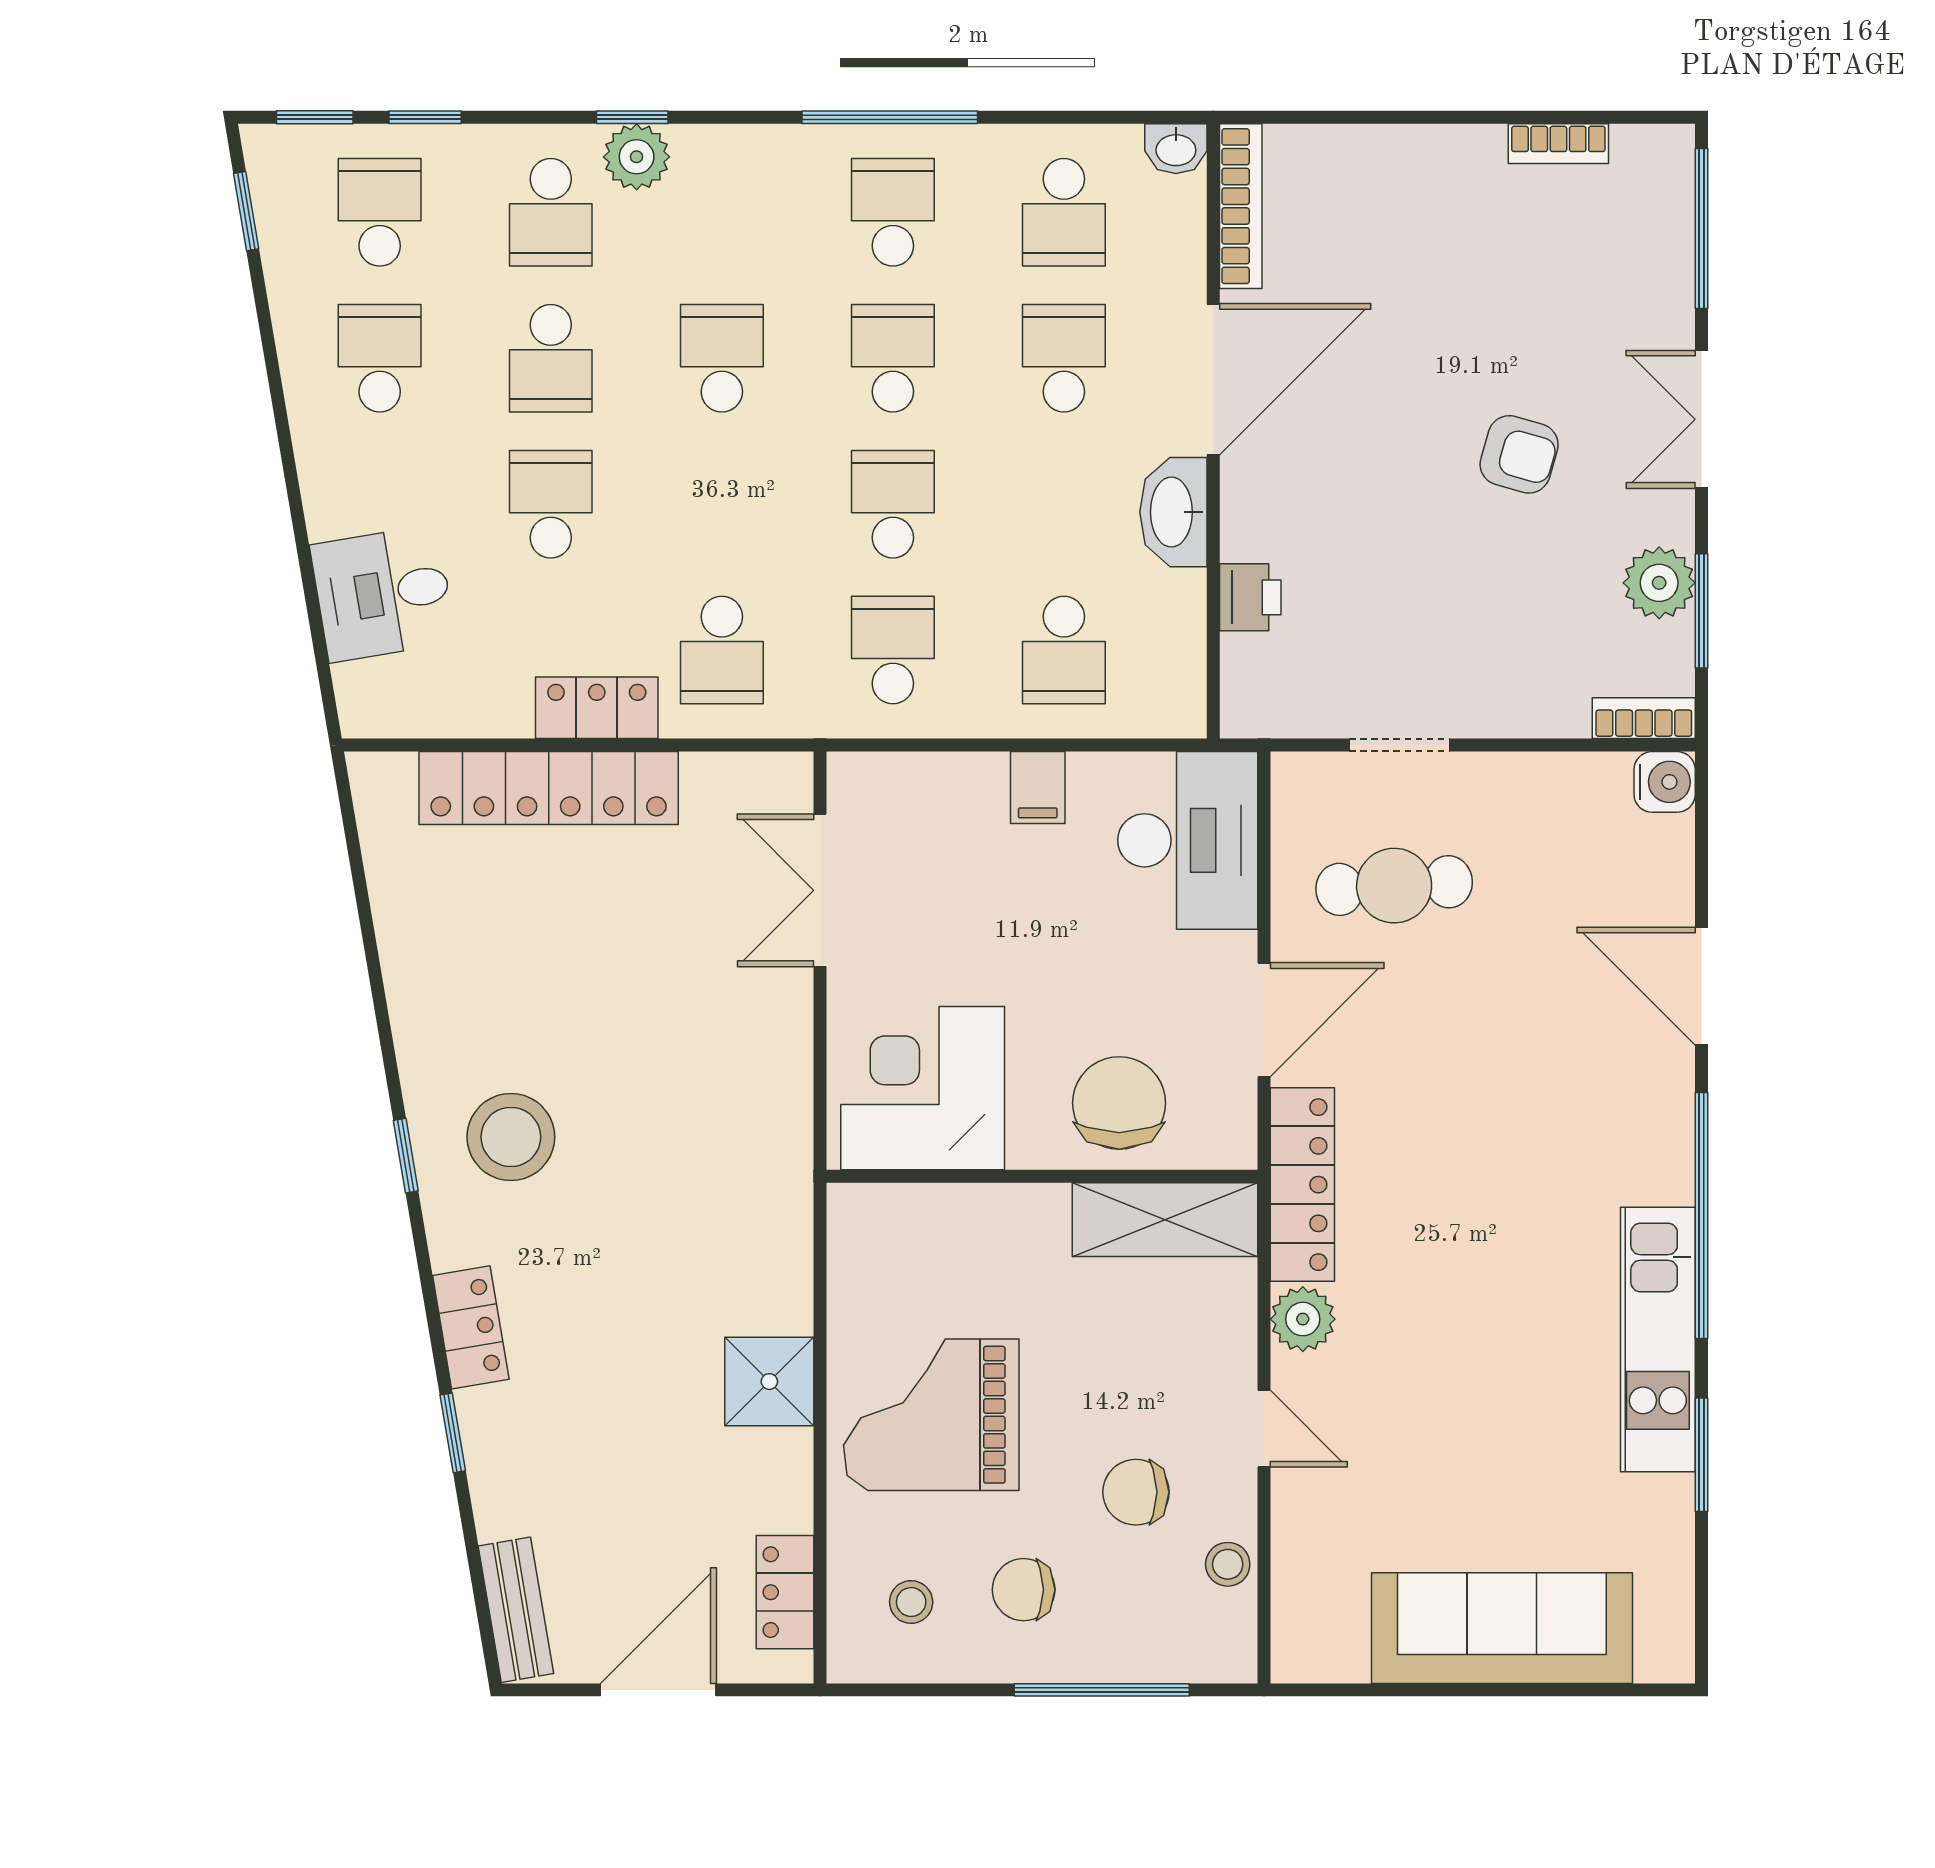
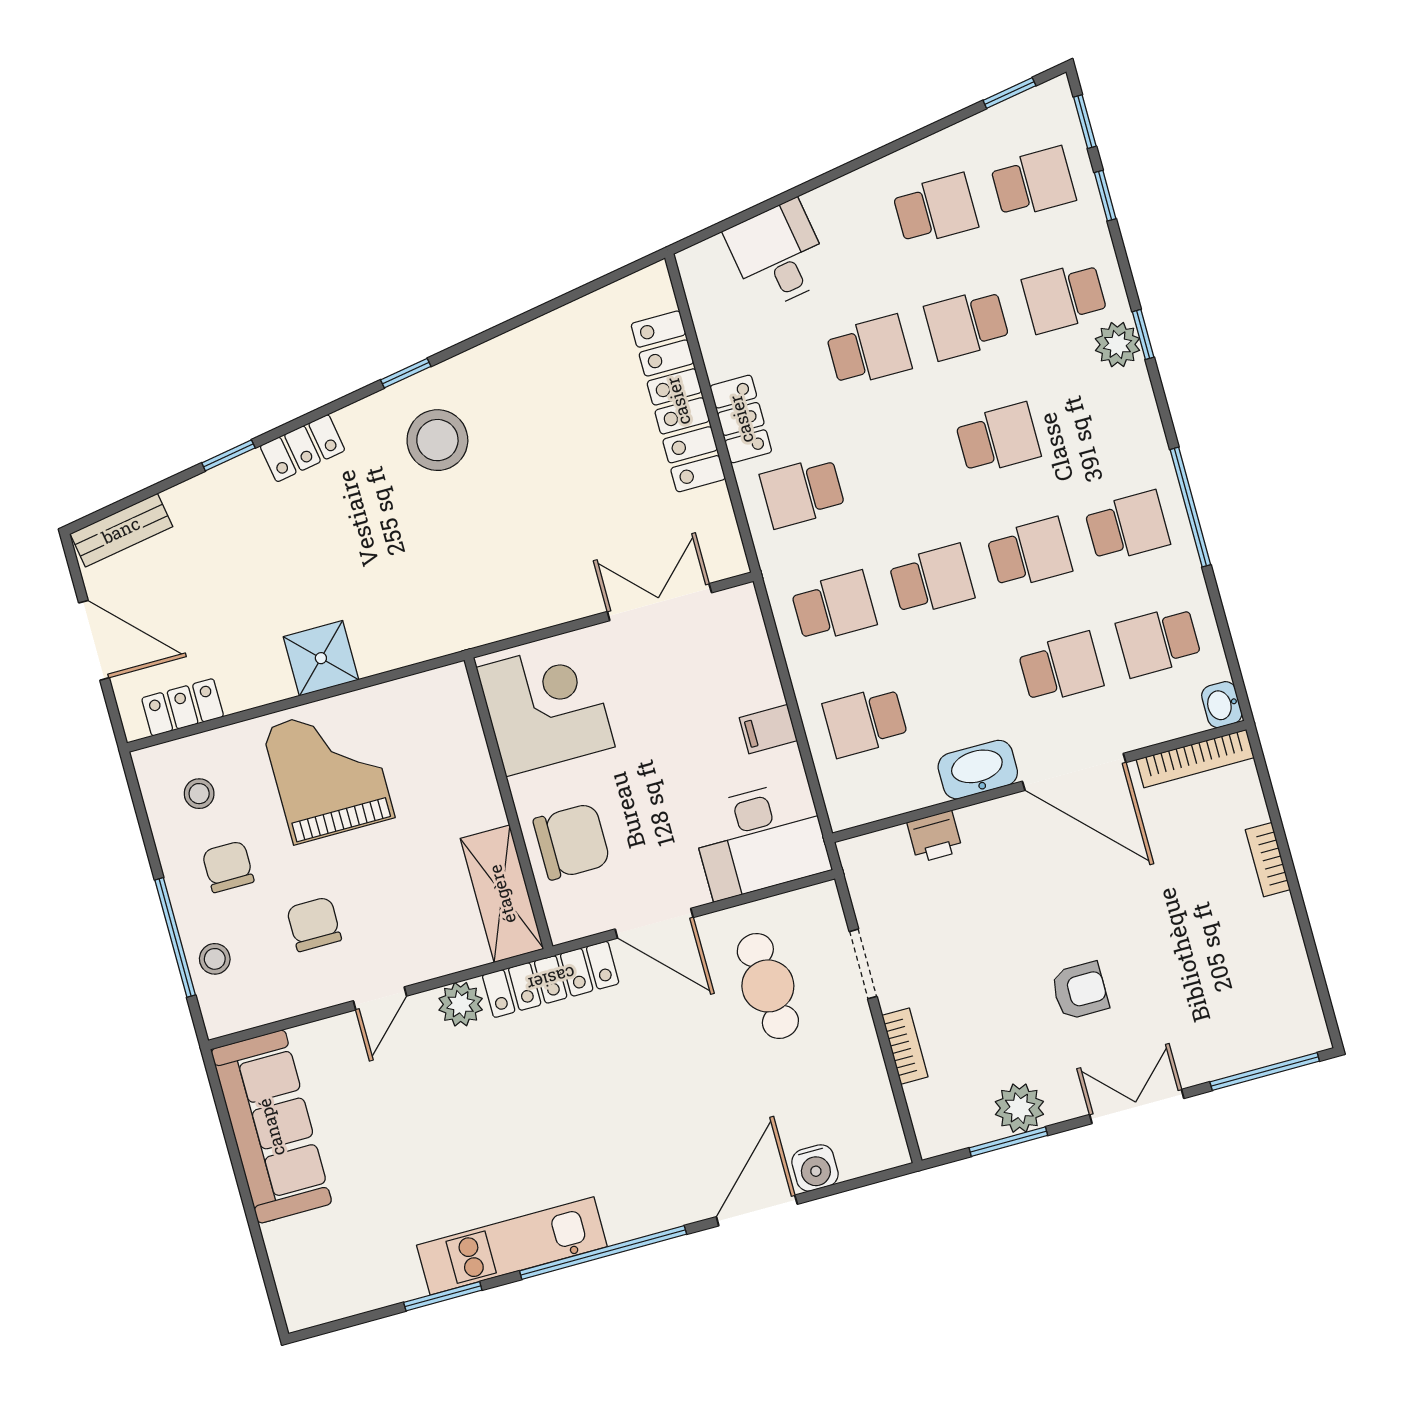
bookcase: (1558, 144) -> (1268, 860), moved
armchair: (1519, 454) -> (1080, 991), turned -106
bookcase: (1644, 718) -> (905, 1046), moved
water cooler: (1665, 782) -> (815, 1168), moved
stool: (1228, 1564) -> (215, 959), moved
sofa: (1502, 1628) -> (271, 1127), moved

